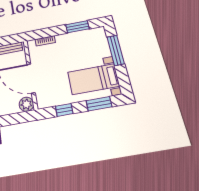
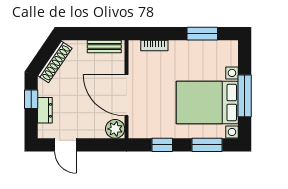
window: (116, 50) -> (245, 96), moved
bed with nightstands: (93, 79) -> (207, 102), width x1.36

